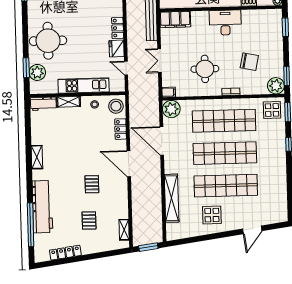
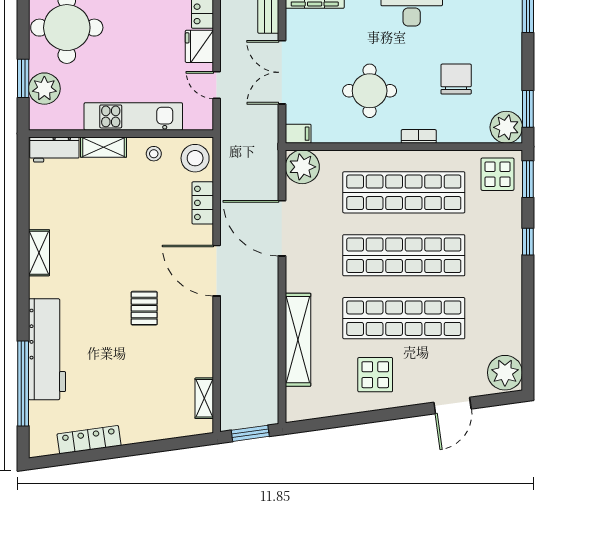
double door: (159, 61) -> (282, 72), width x1.37
chair: (249, 62) -> (456, 79), turned -102
plant: (279, 212) -> (505, 373), added
pallet: (89, 220) -> (137, 378), removed

